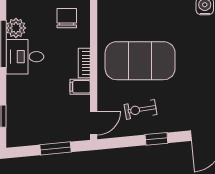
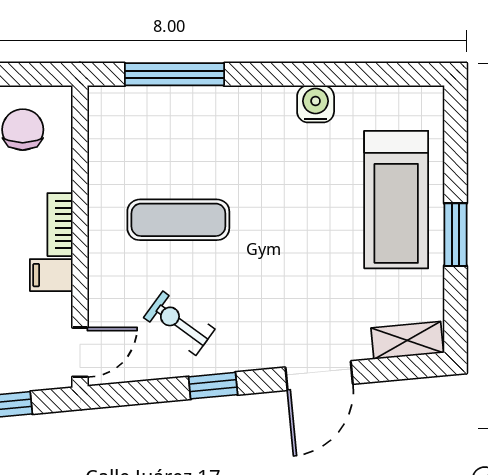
exercise mat: (140, 61) -> (178, 220), width x0.50, depth x0.69
exercise bike: (141, 110) -> (179, 323), turned 45

